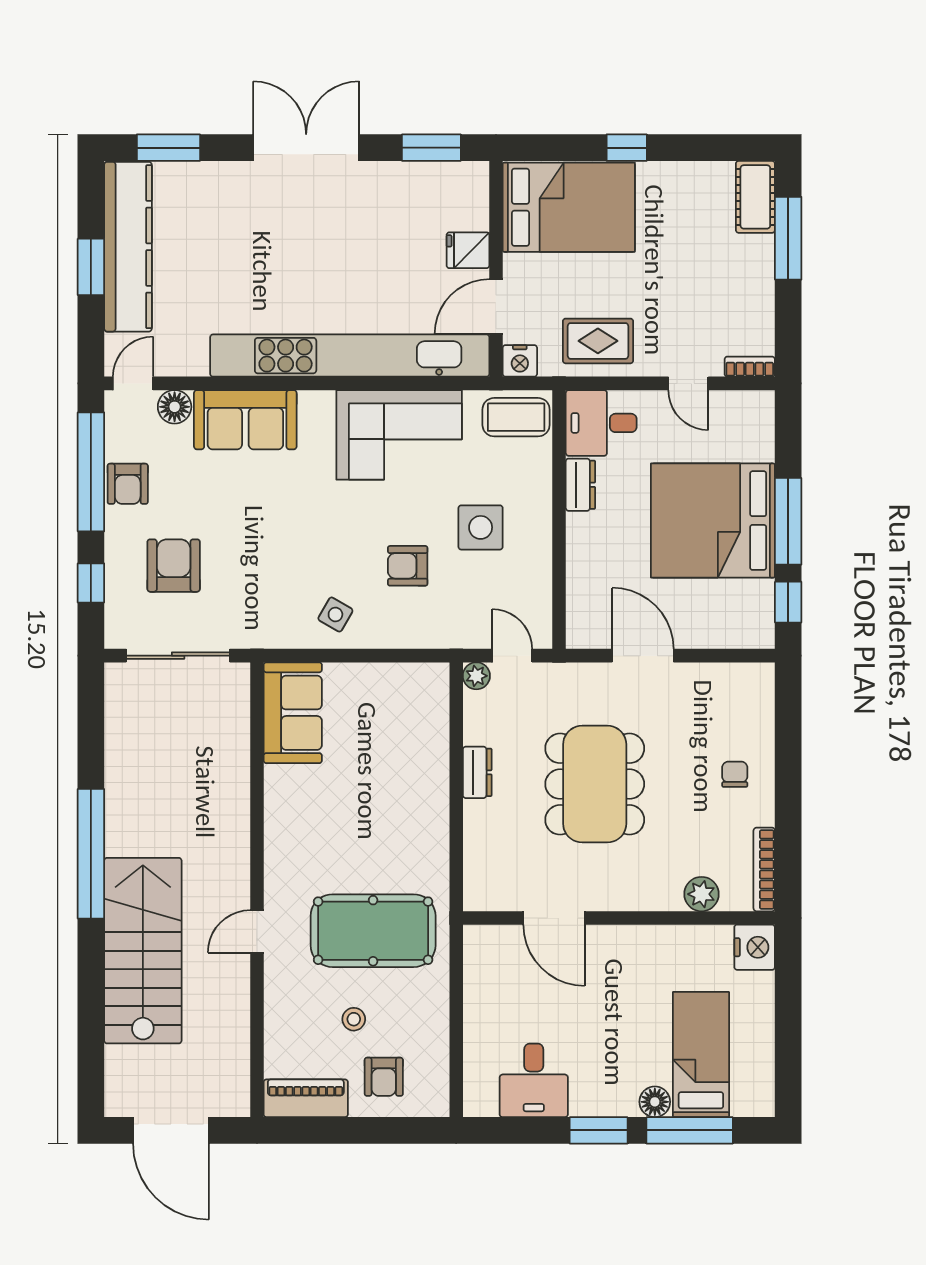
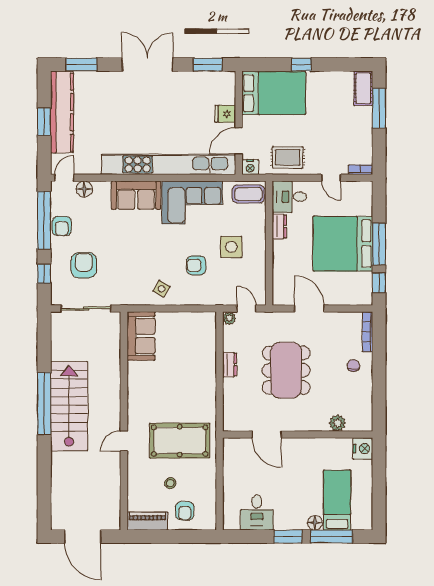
sofa: (245, 420) -> (136, 195), moved
bookcase: (764, 869) -> (368, 332), moved
stairs: (143, 951) -> (69, 406), moved

